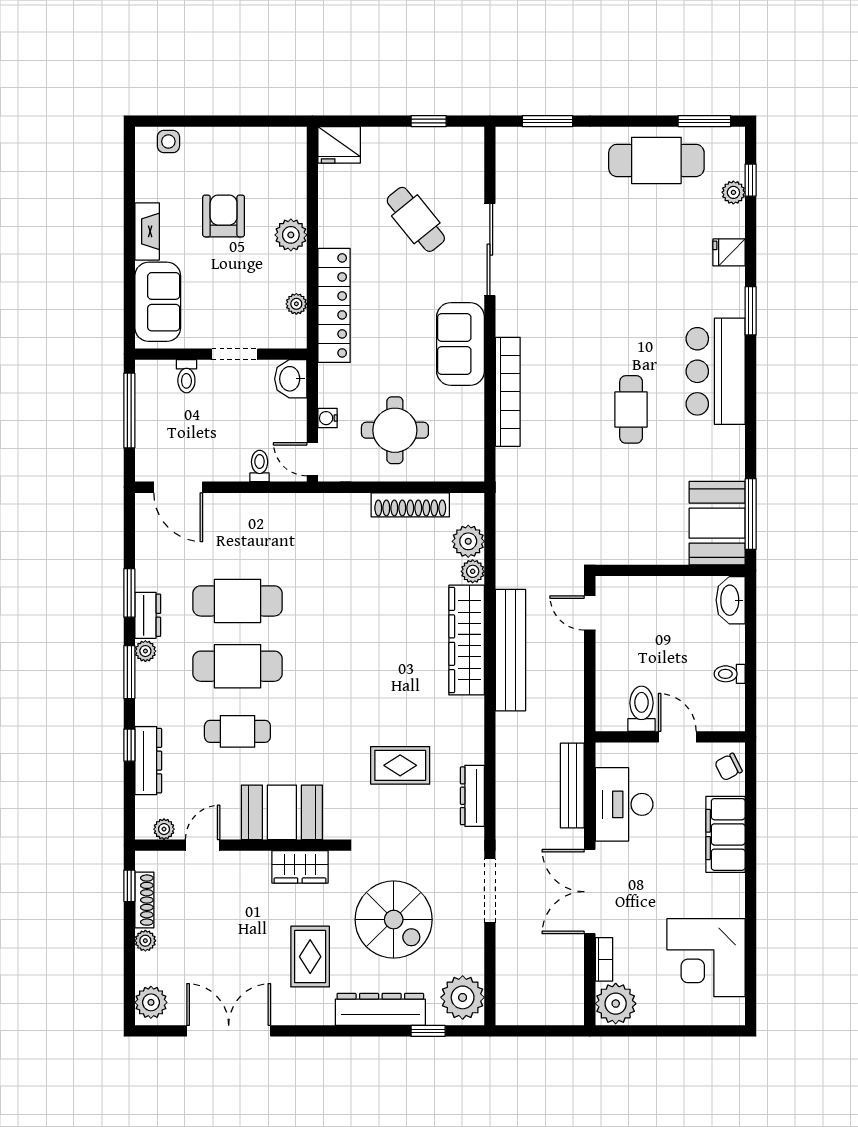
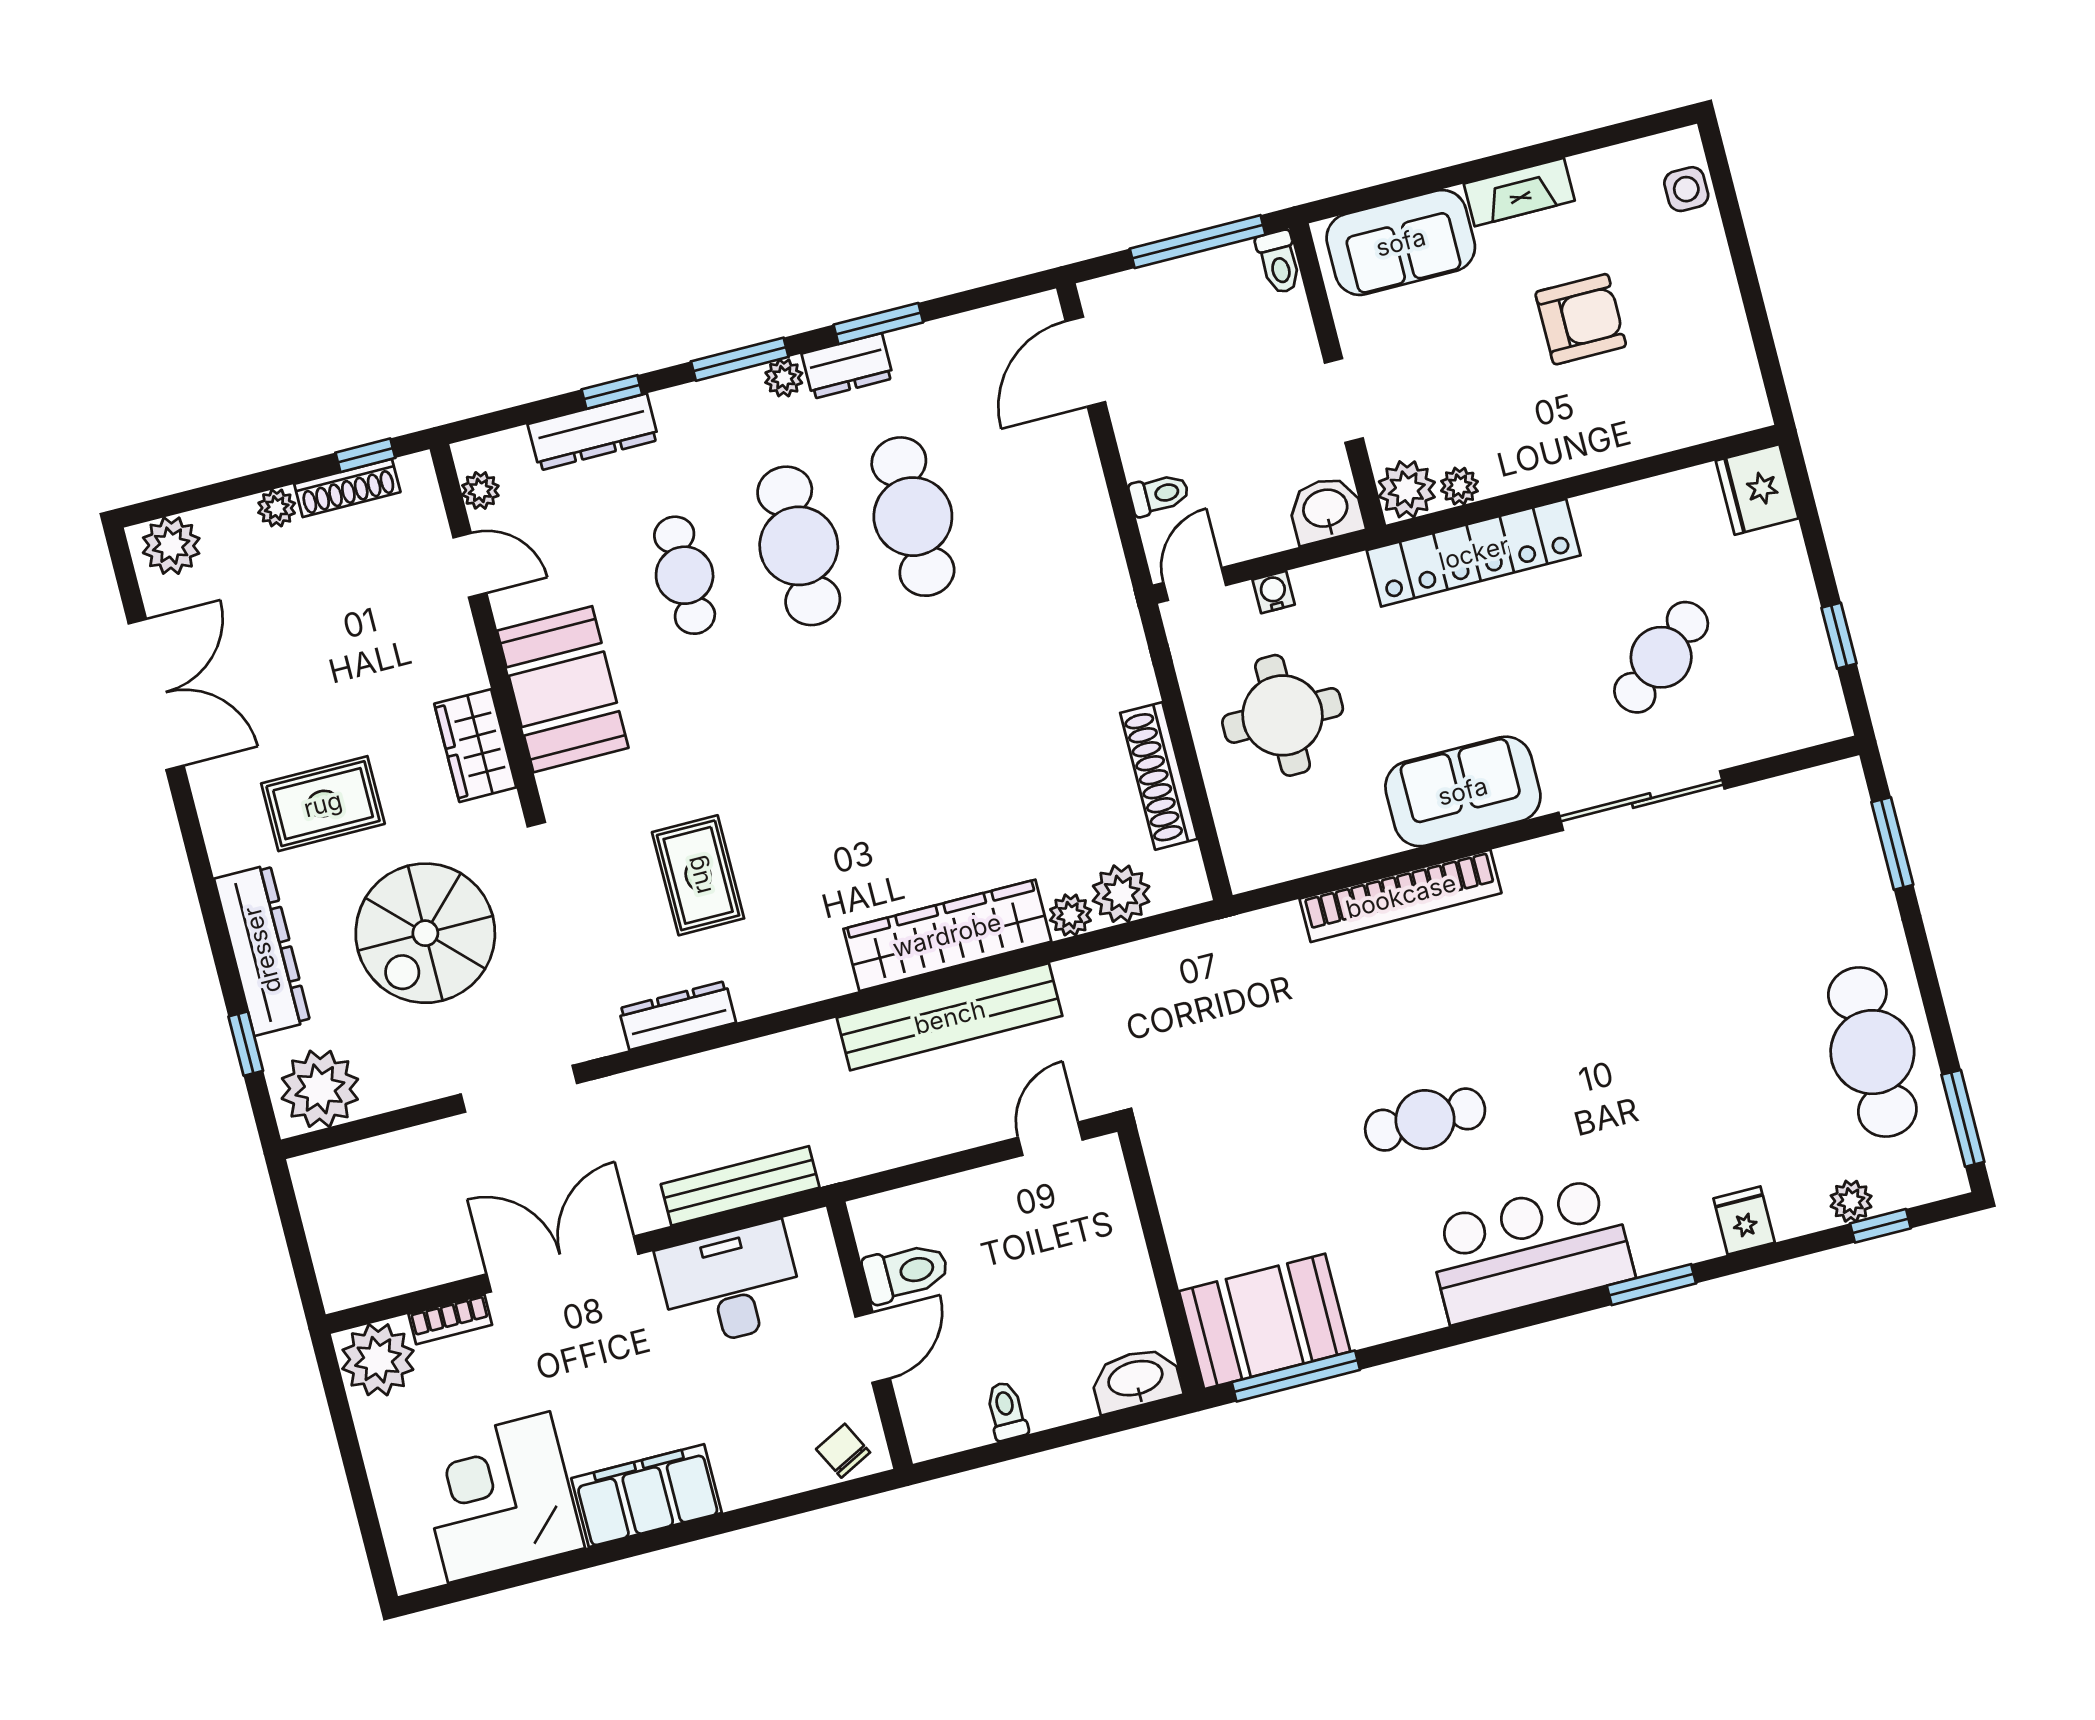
plant: (291, 235) -> (1407, 489), moved
toilet: (186, 376) -> (1279, 262), moved, turned -90
filing cabinet: (725, 834) -> (647, 1496), moved

